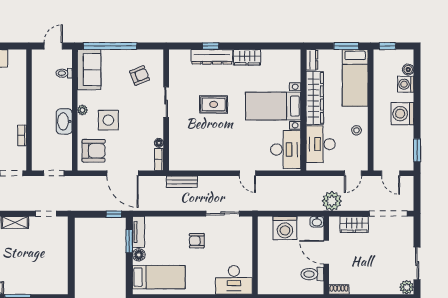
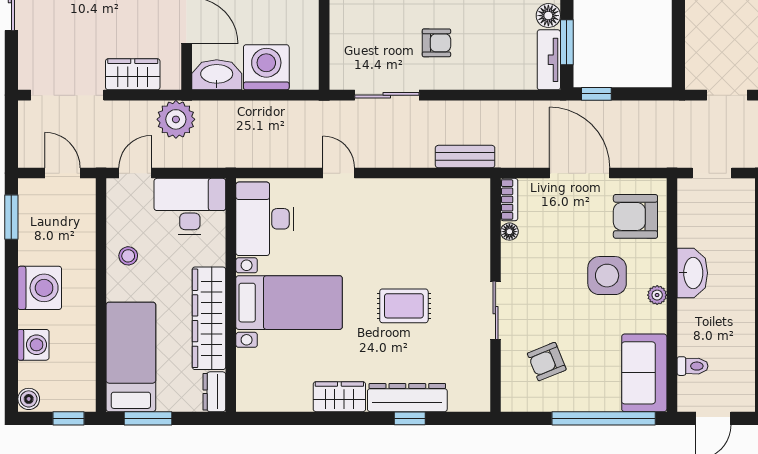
boiler: (408, 70) -> (29, 399), moved
desk: (321, 144) -> (190, 206), moved, turned -90
washbasin: (317, 222) -> (217, 75), width x1.91, depth x1.45

